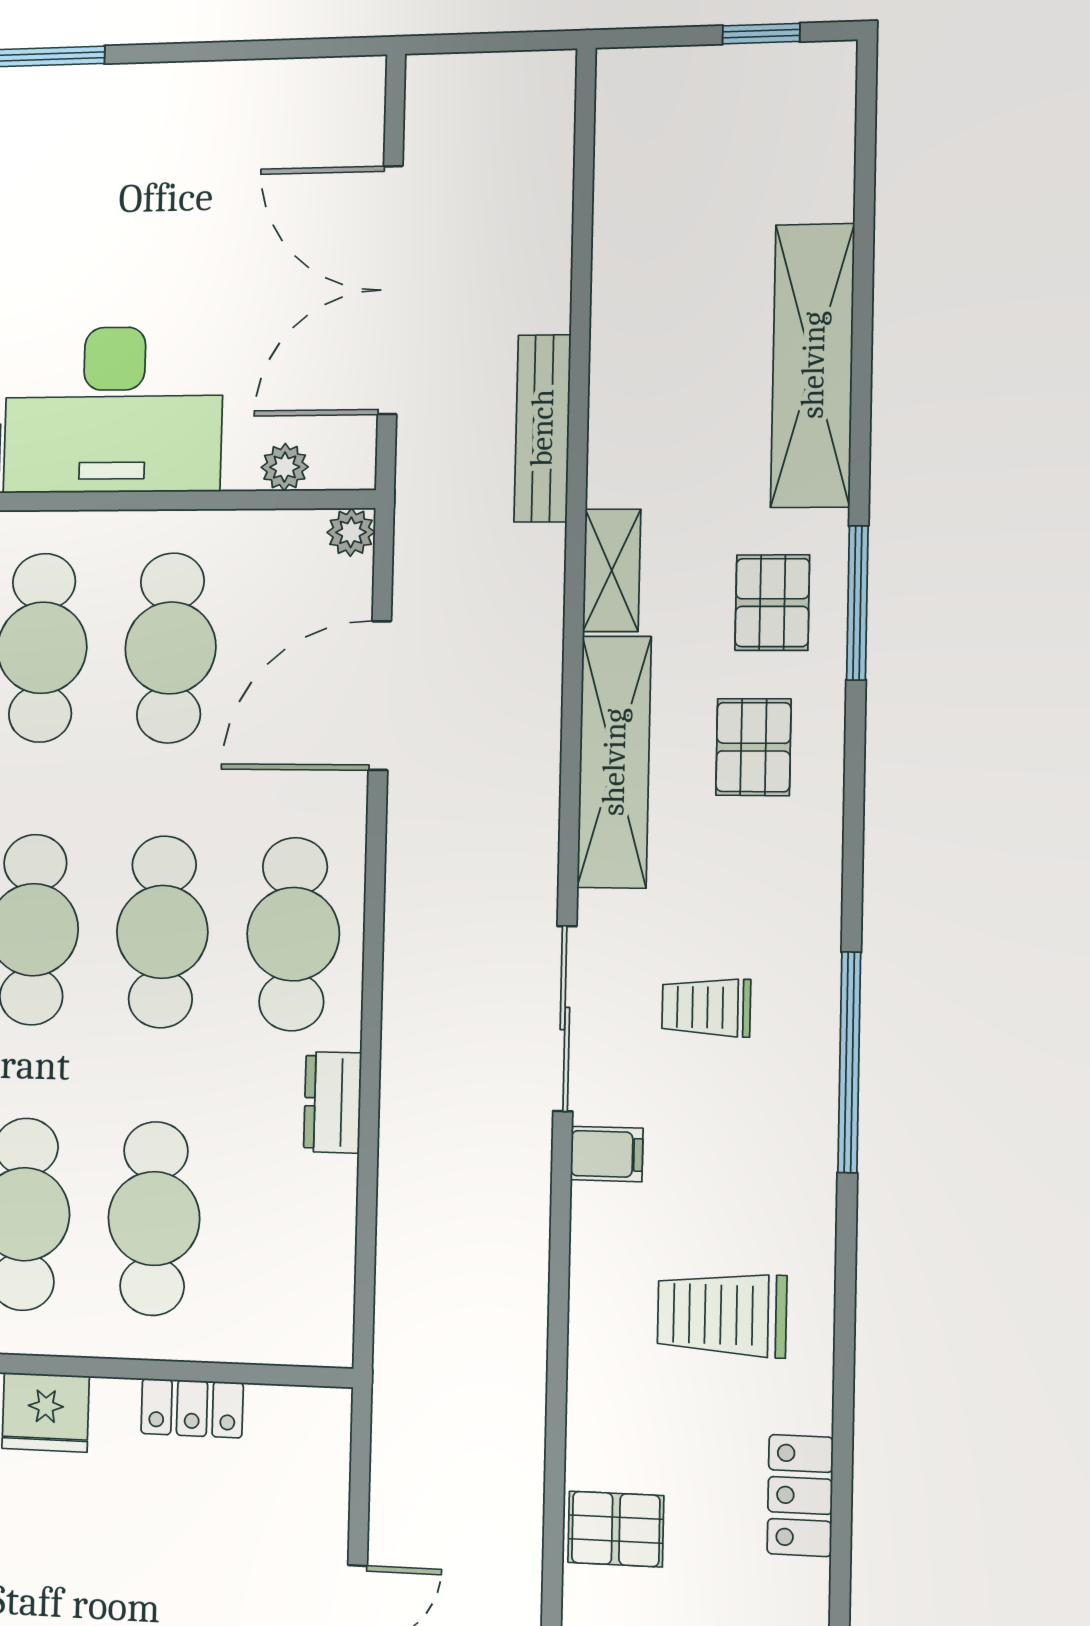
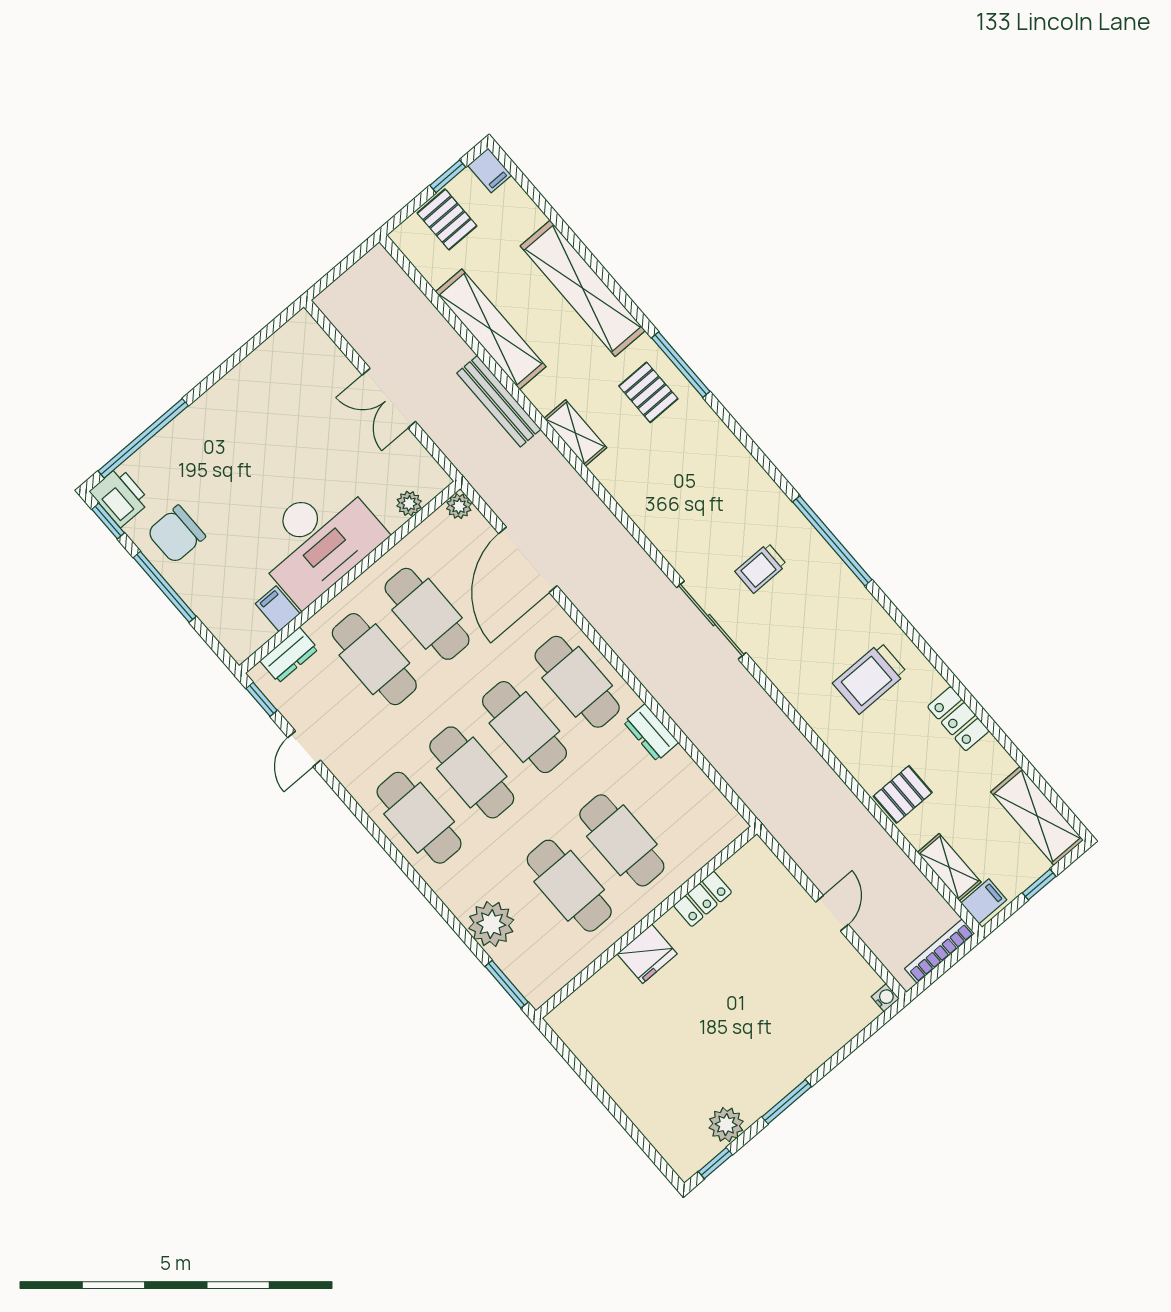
double door: (390, 290) -> (389, 398), width x0.54
pallet: (753, 747) -> (447, 219), moved
shelving: (614, 762) -> (491, 329), moved
filing cabinet: (607, 1154) -> (490, 170), moved, turned 90

